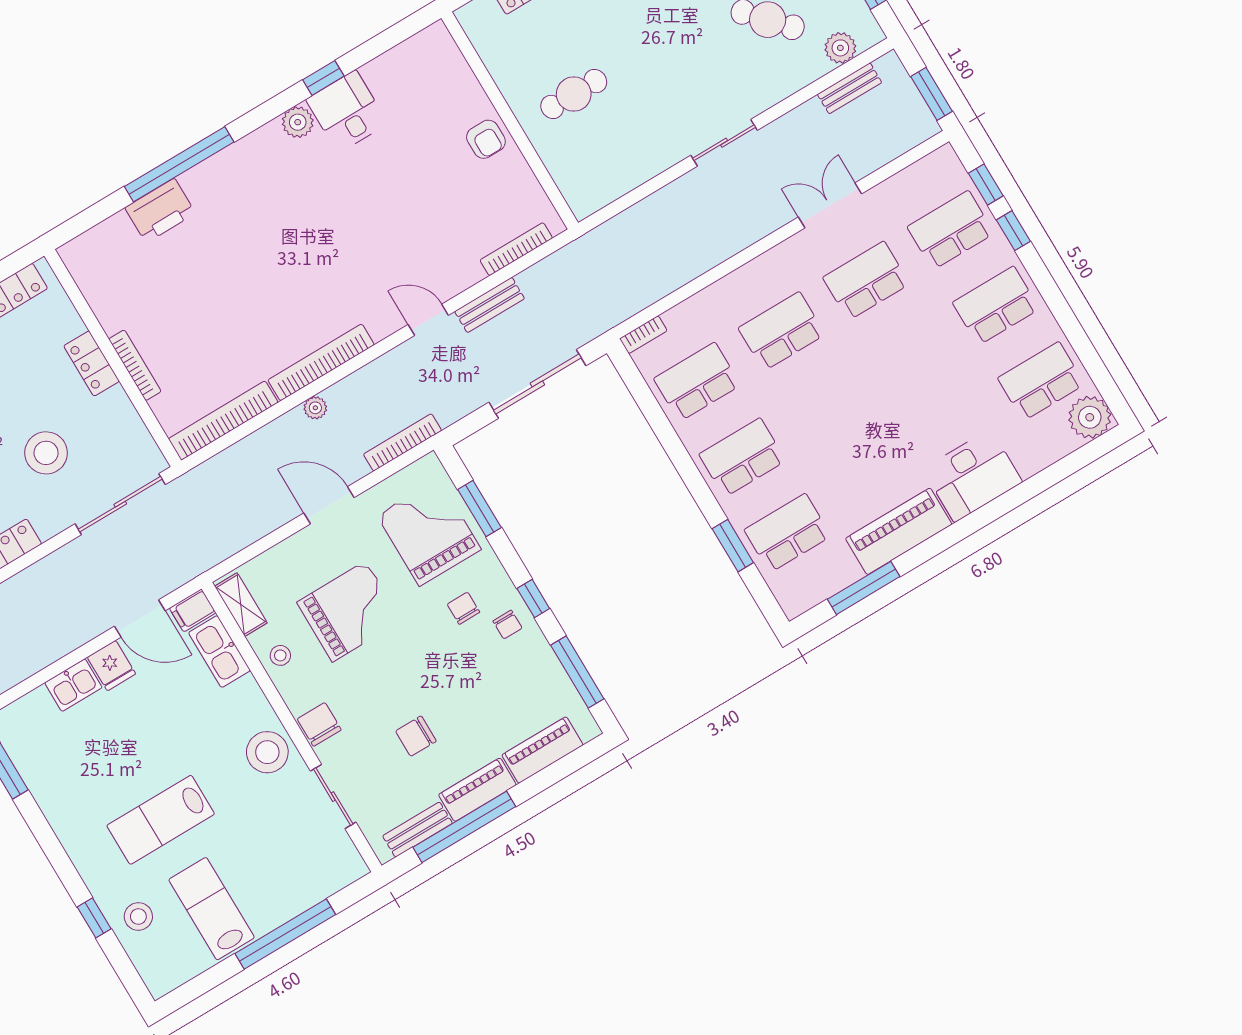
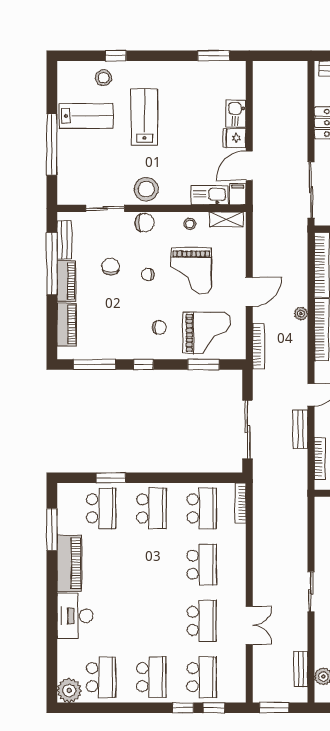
bookcase: (643, 335) -> (241, 503), width x1.56
chair: (508, 625) -> (148, 274), moved

